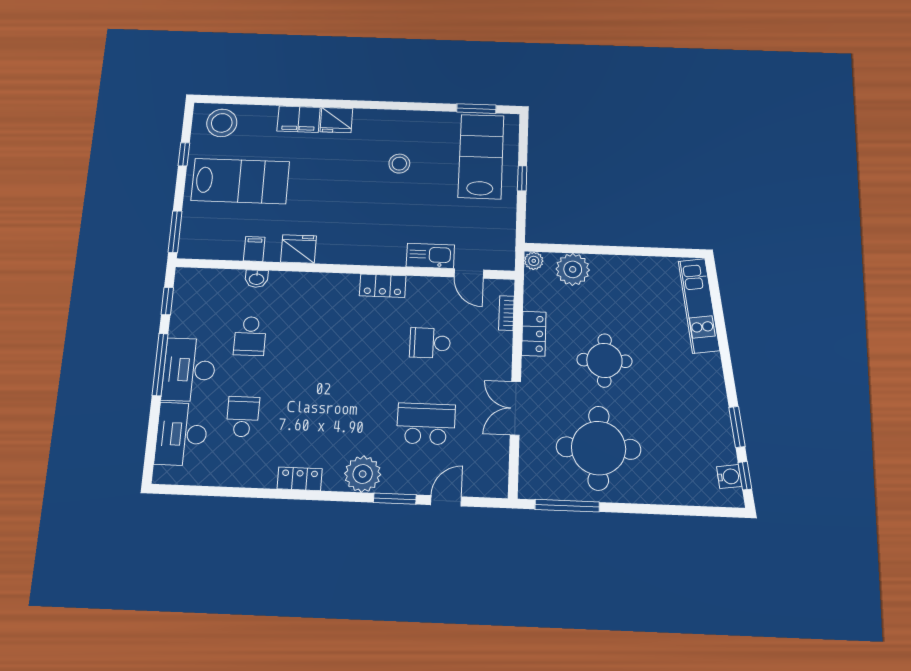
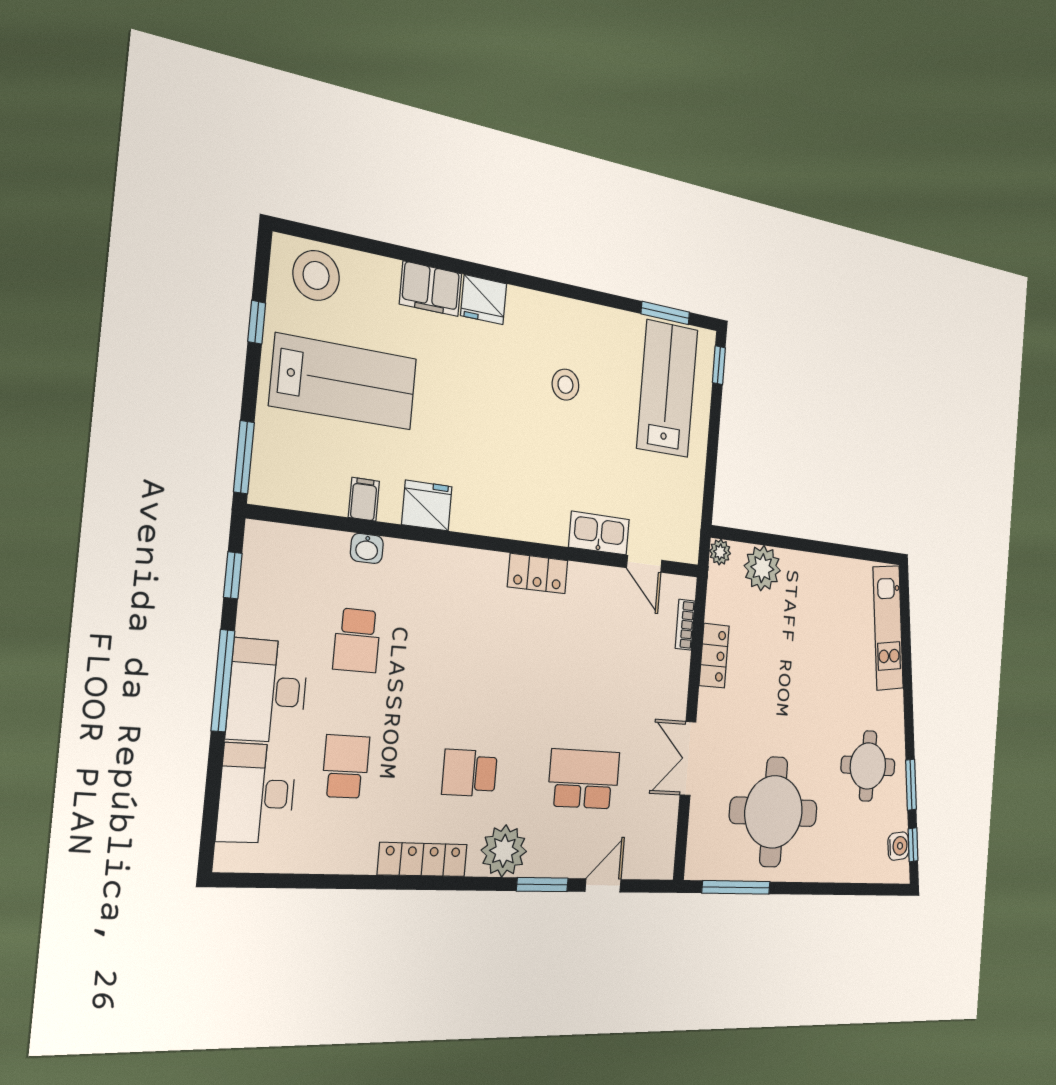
window: (522, 178) -> (719, 365), moved
school desk: (430, 343) -> (470, 773), moved
round table: (604, 360) -> (868, 766), moved
locker: (300, 479) -> (423, 860), width x1.53

